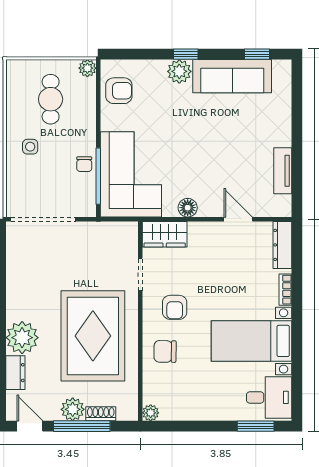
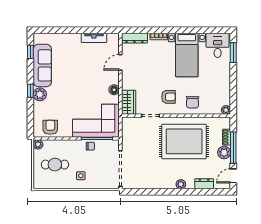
plant: (22, 338) -> (181, 184), width x0.53, depth x0.53

